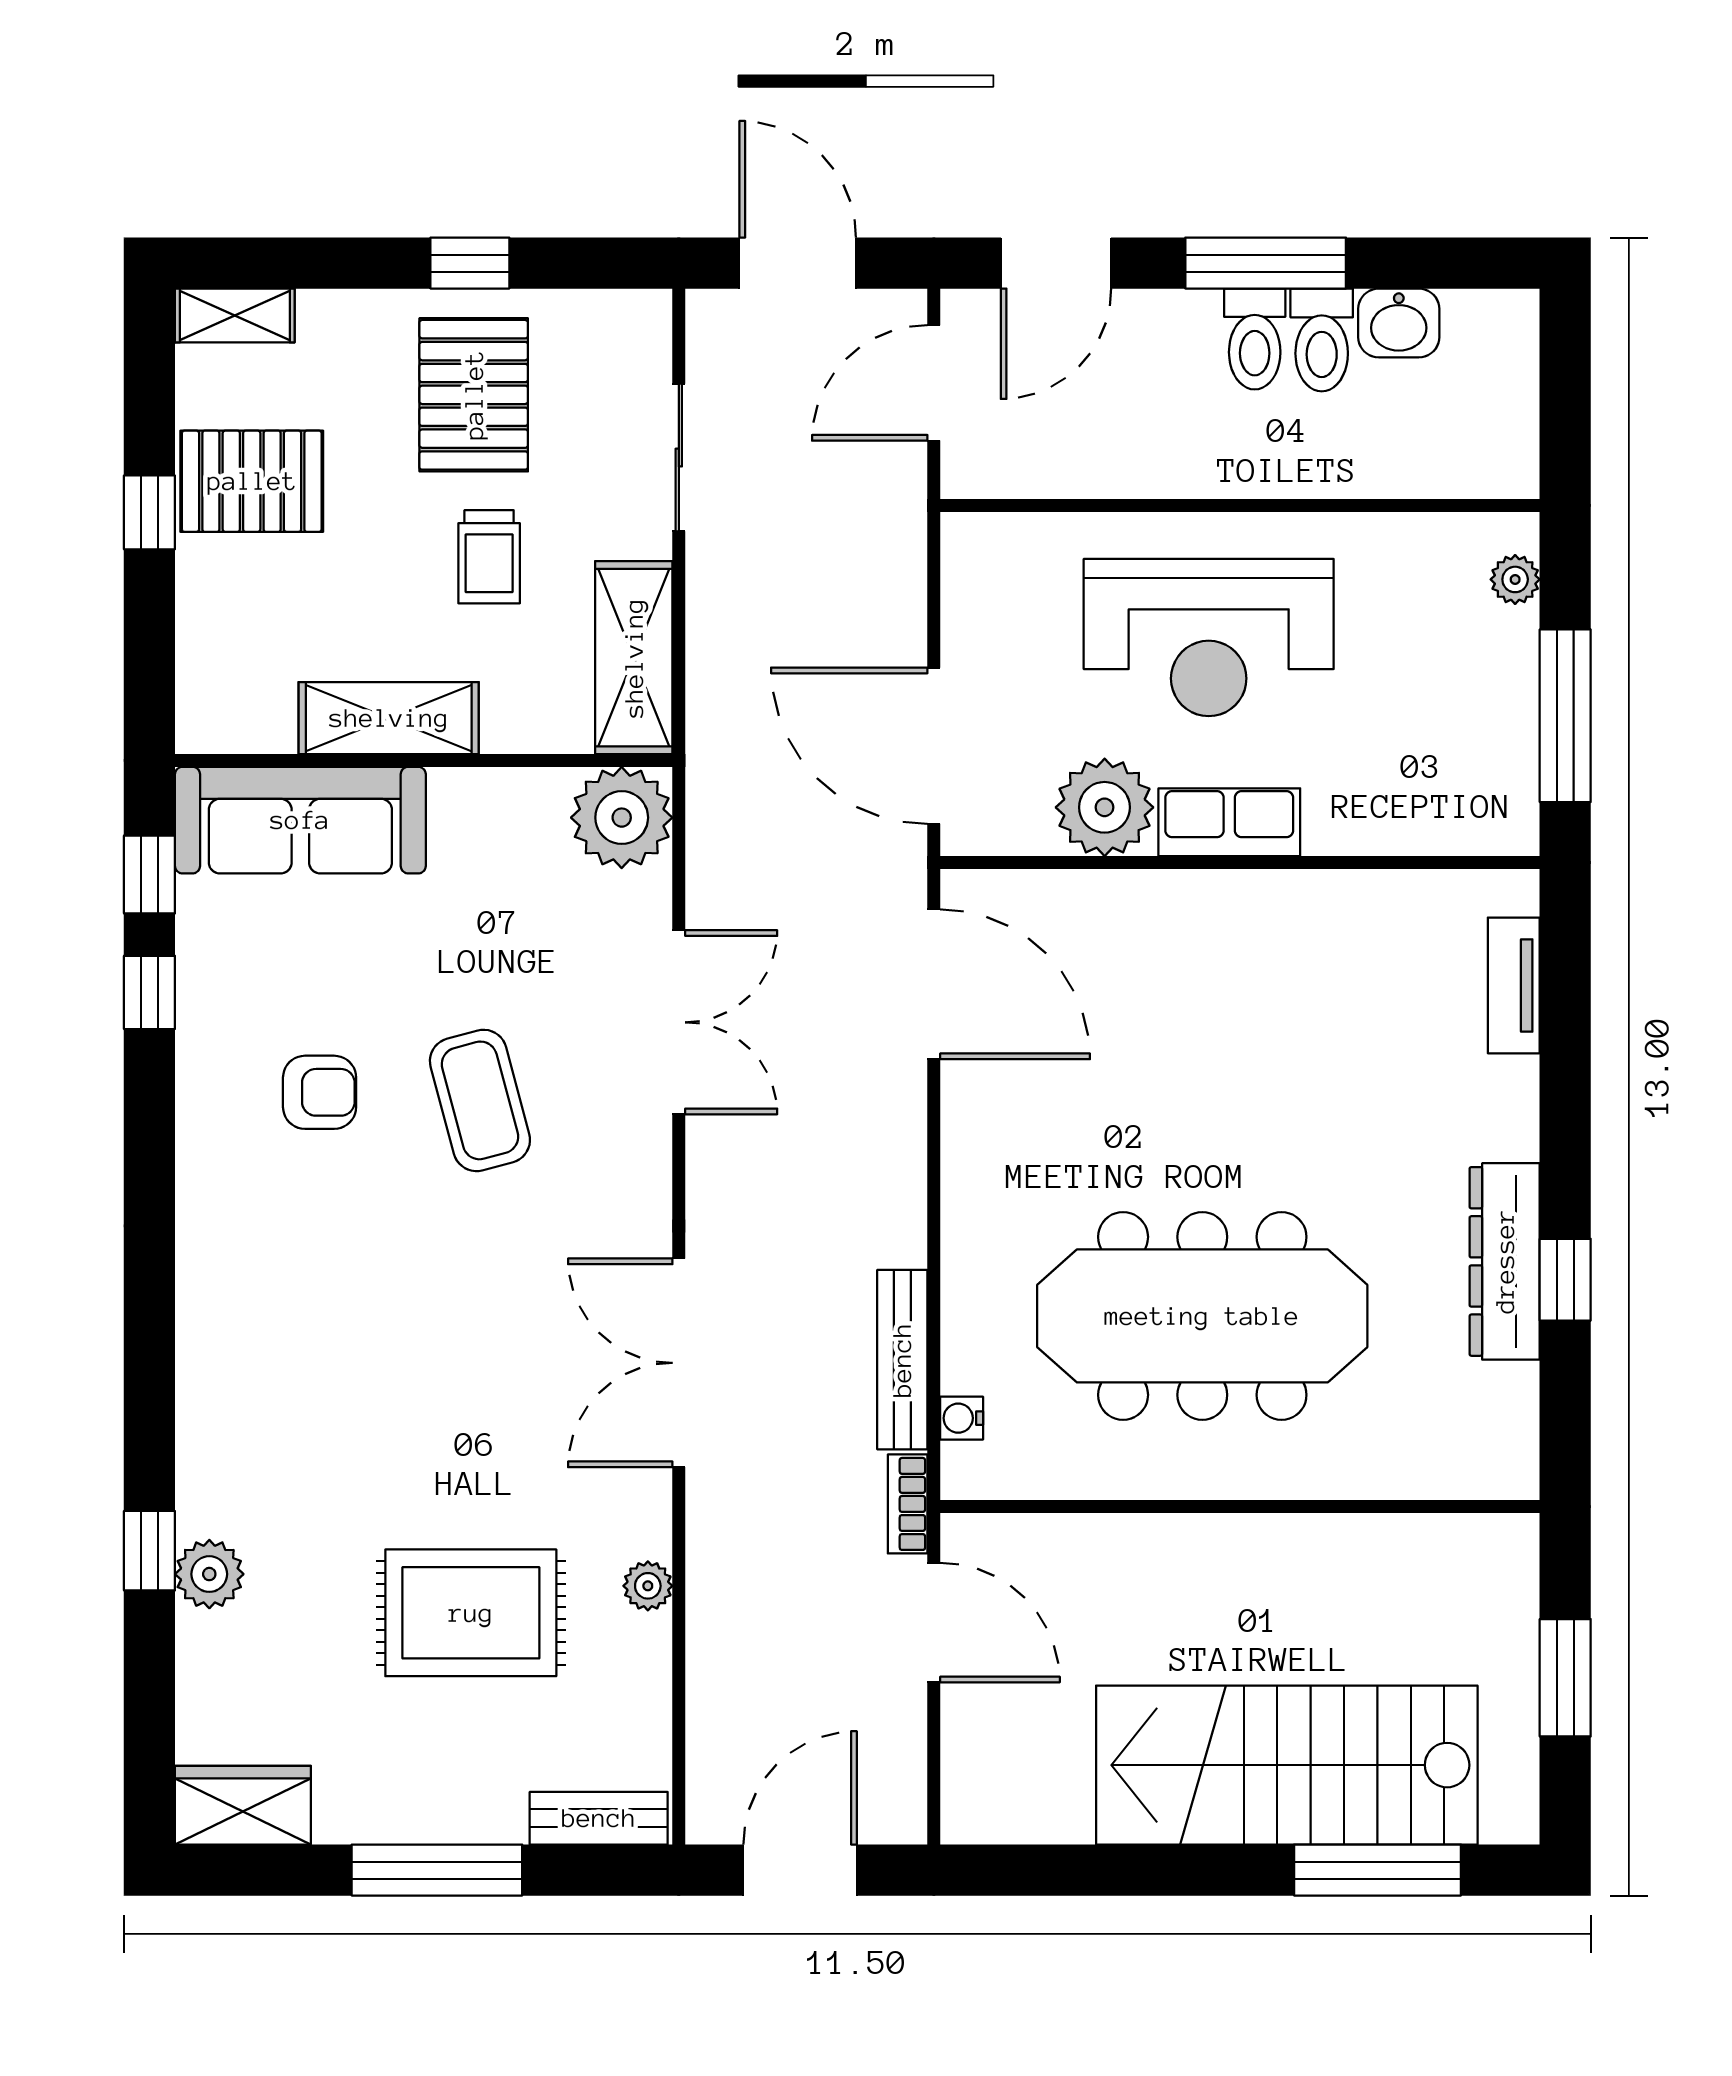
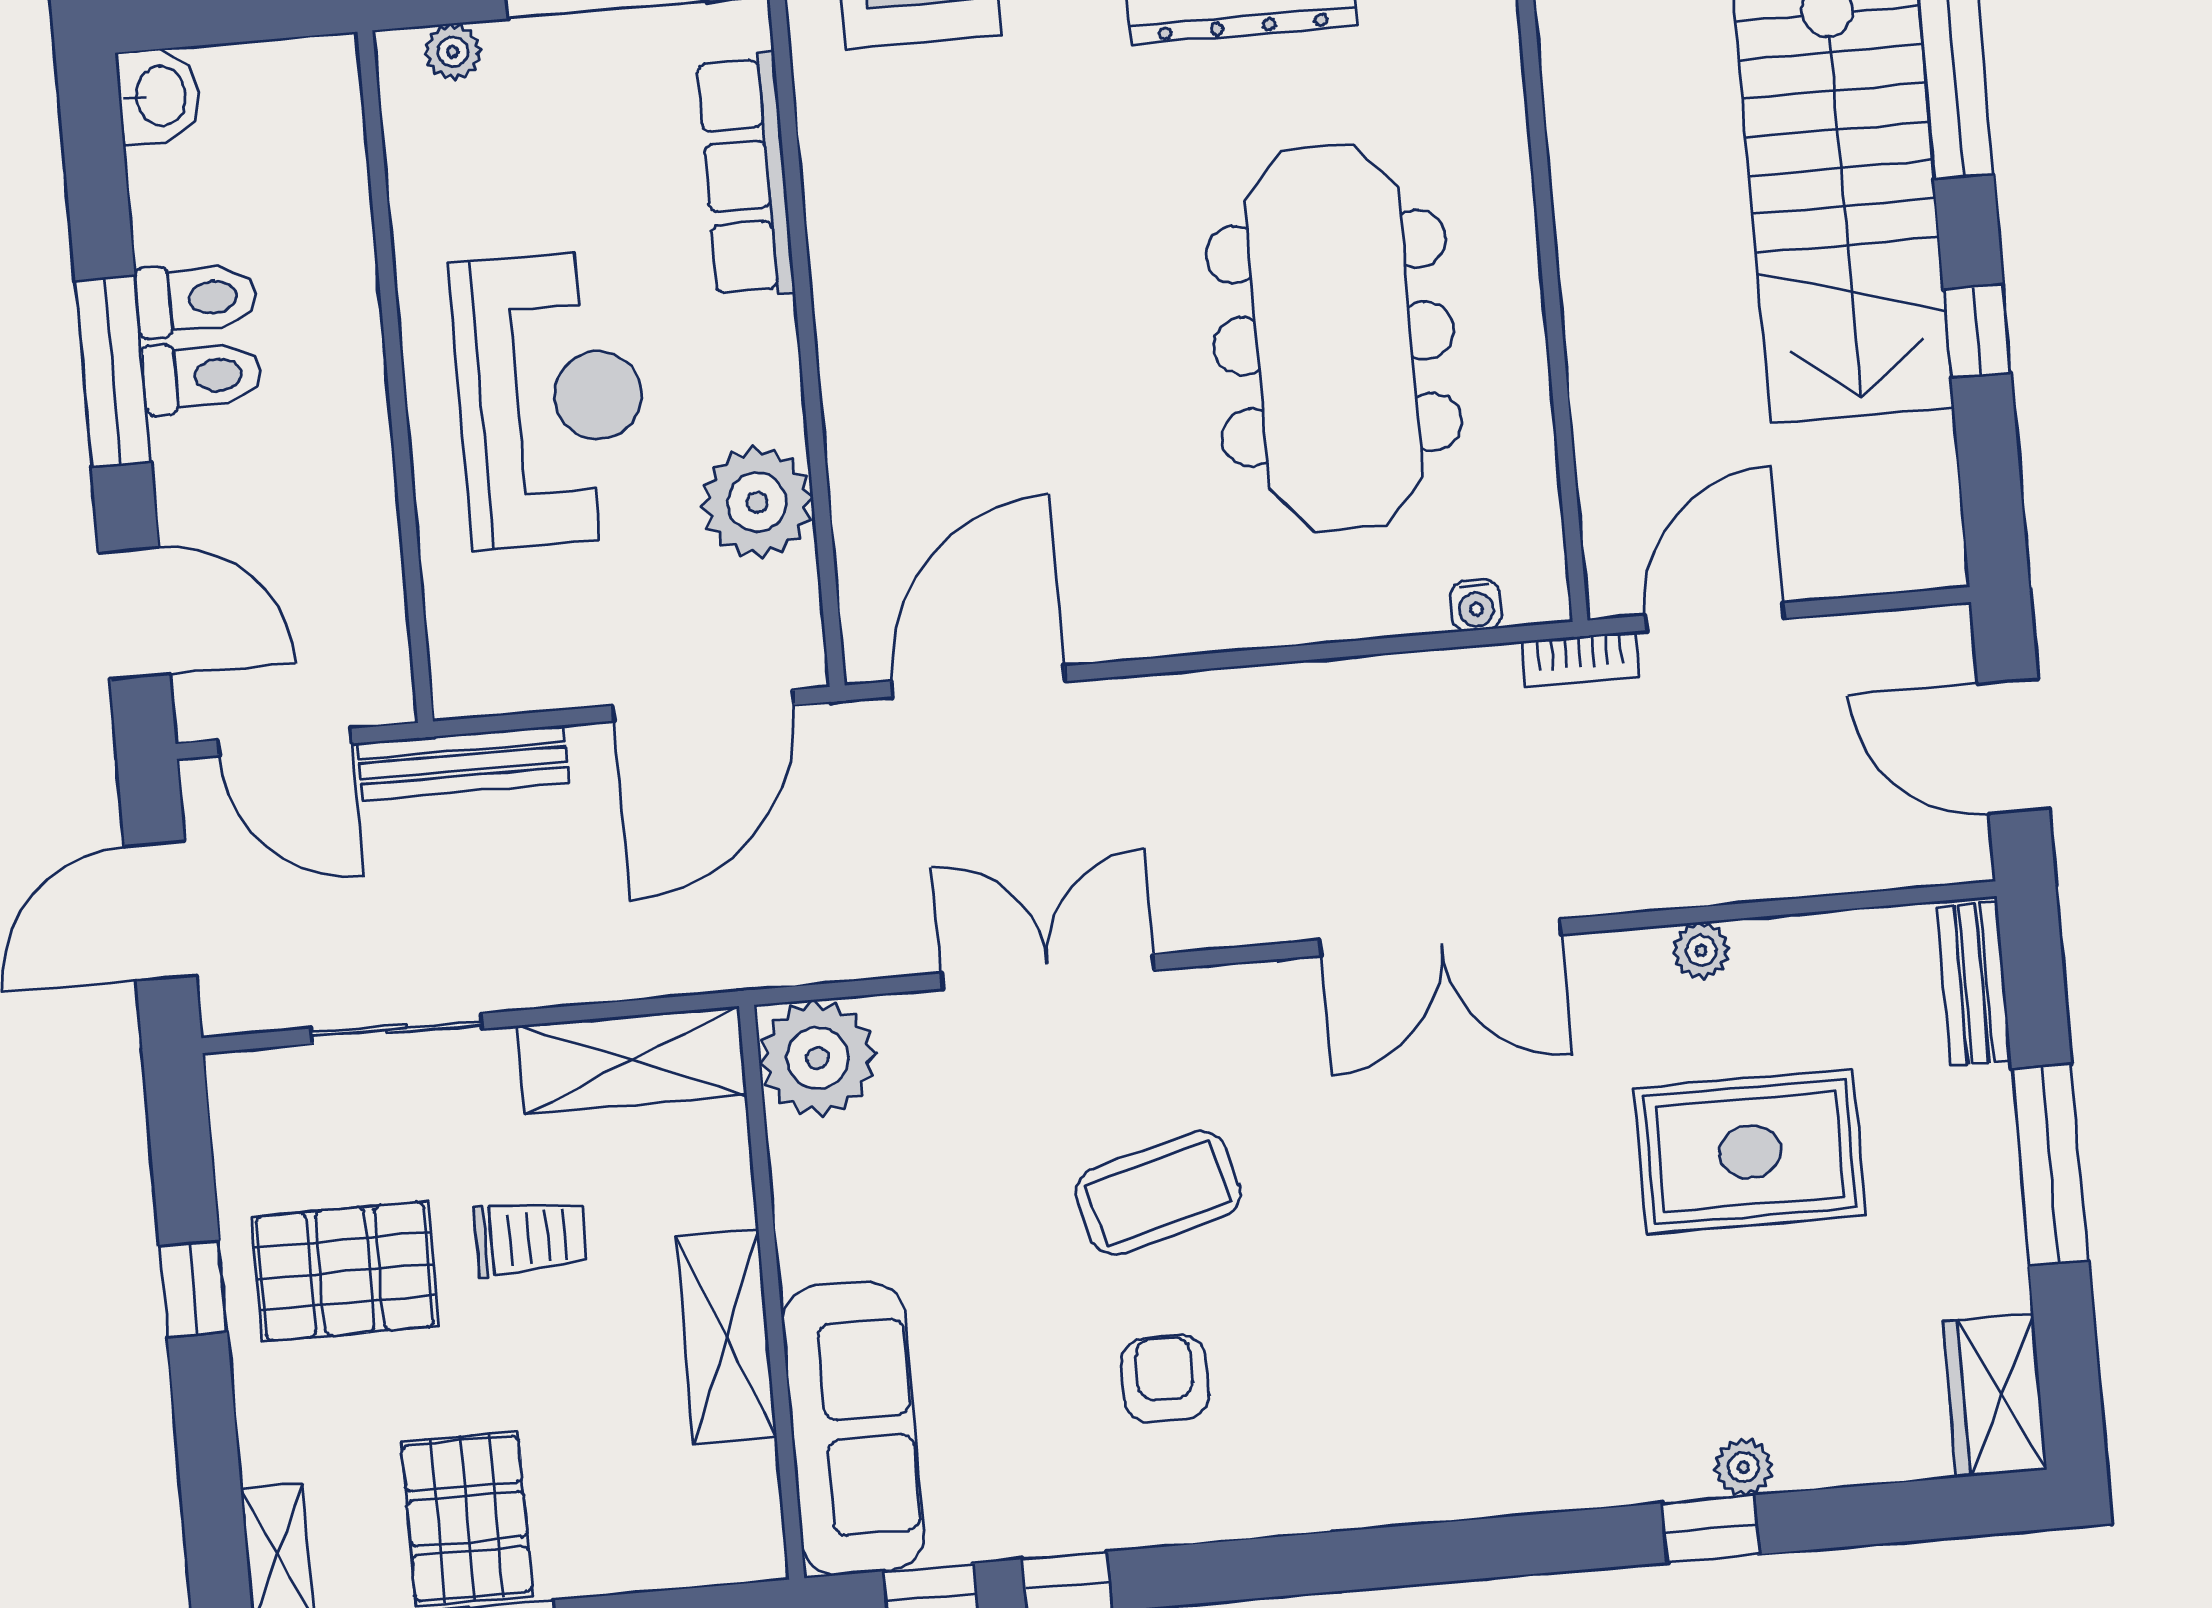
washbasin: (1399, 323) -> (159, 96), moved
row of seats: (1229, 822) -> (746, 176), moved, width x1.48
bench: (902, 1360) -> (463, 763), moved
plant: (209, 1574) -> (1743, 1467), width x0.73, depth x0.73
rug: (471, 1613) -> (1750, 1152), turned 90
window: (1160, 1870) -> (1977, 331), added

